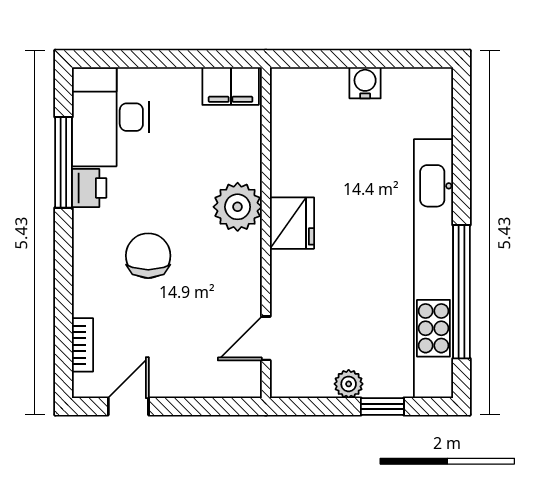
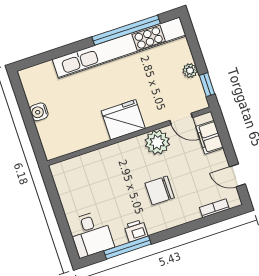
filing cabinet: (231, 86) -> (210, 137), moved, turned 180
desk: (110, 117) -> (91, 234), width x0.73
plant: (238, 207) -> (157, 142), moved
fridge: (292, 223) -> (123, 120), width x1.36, depth x1.34
window: (382, 407) -> (207, 85), moved

